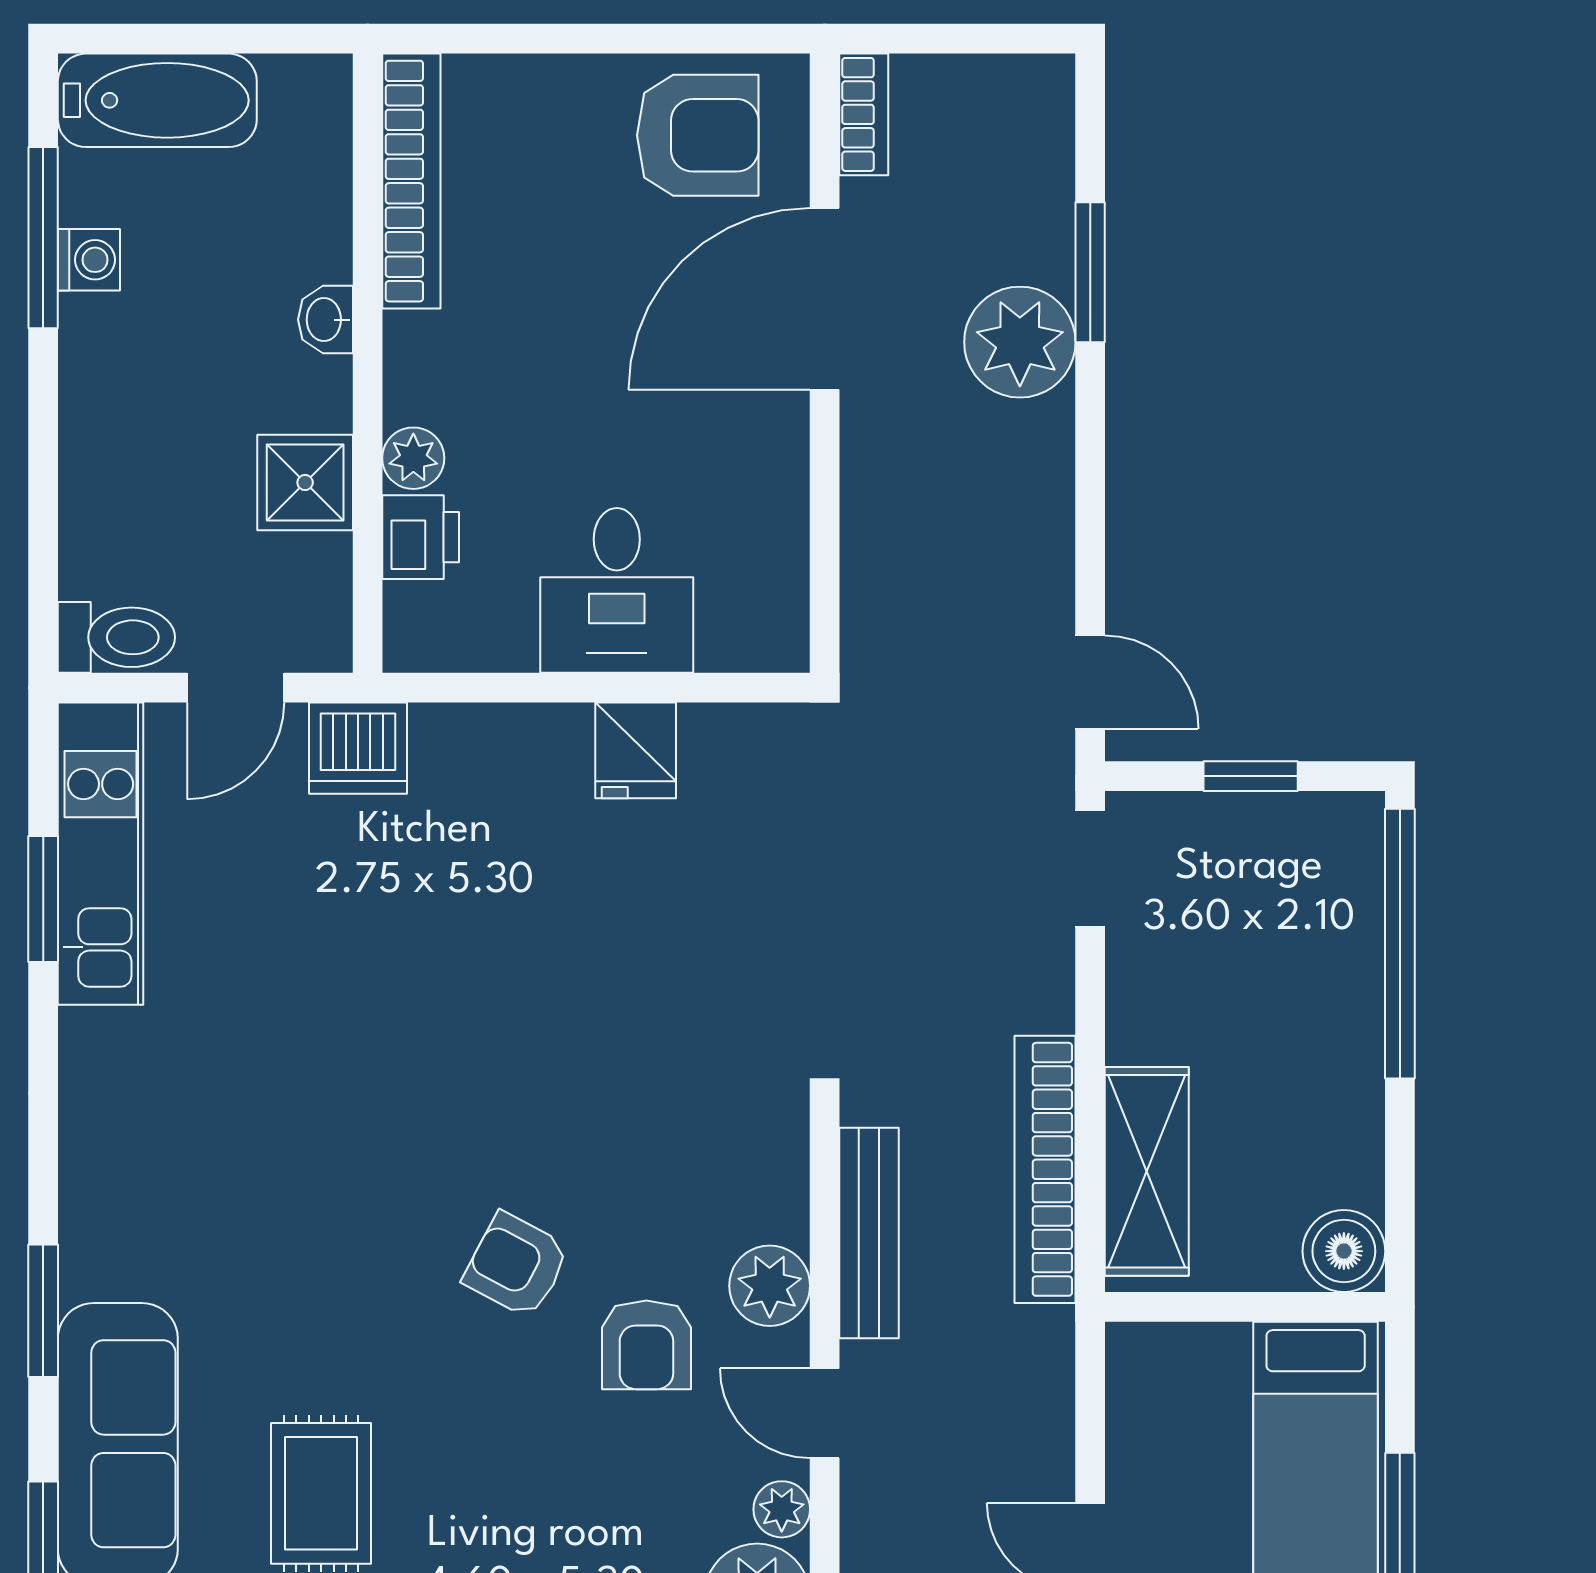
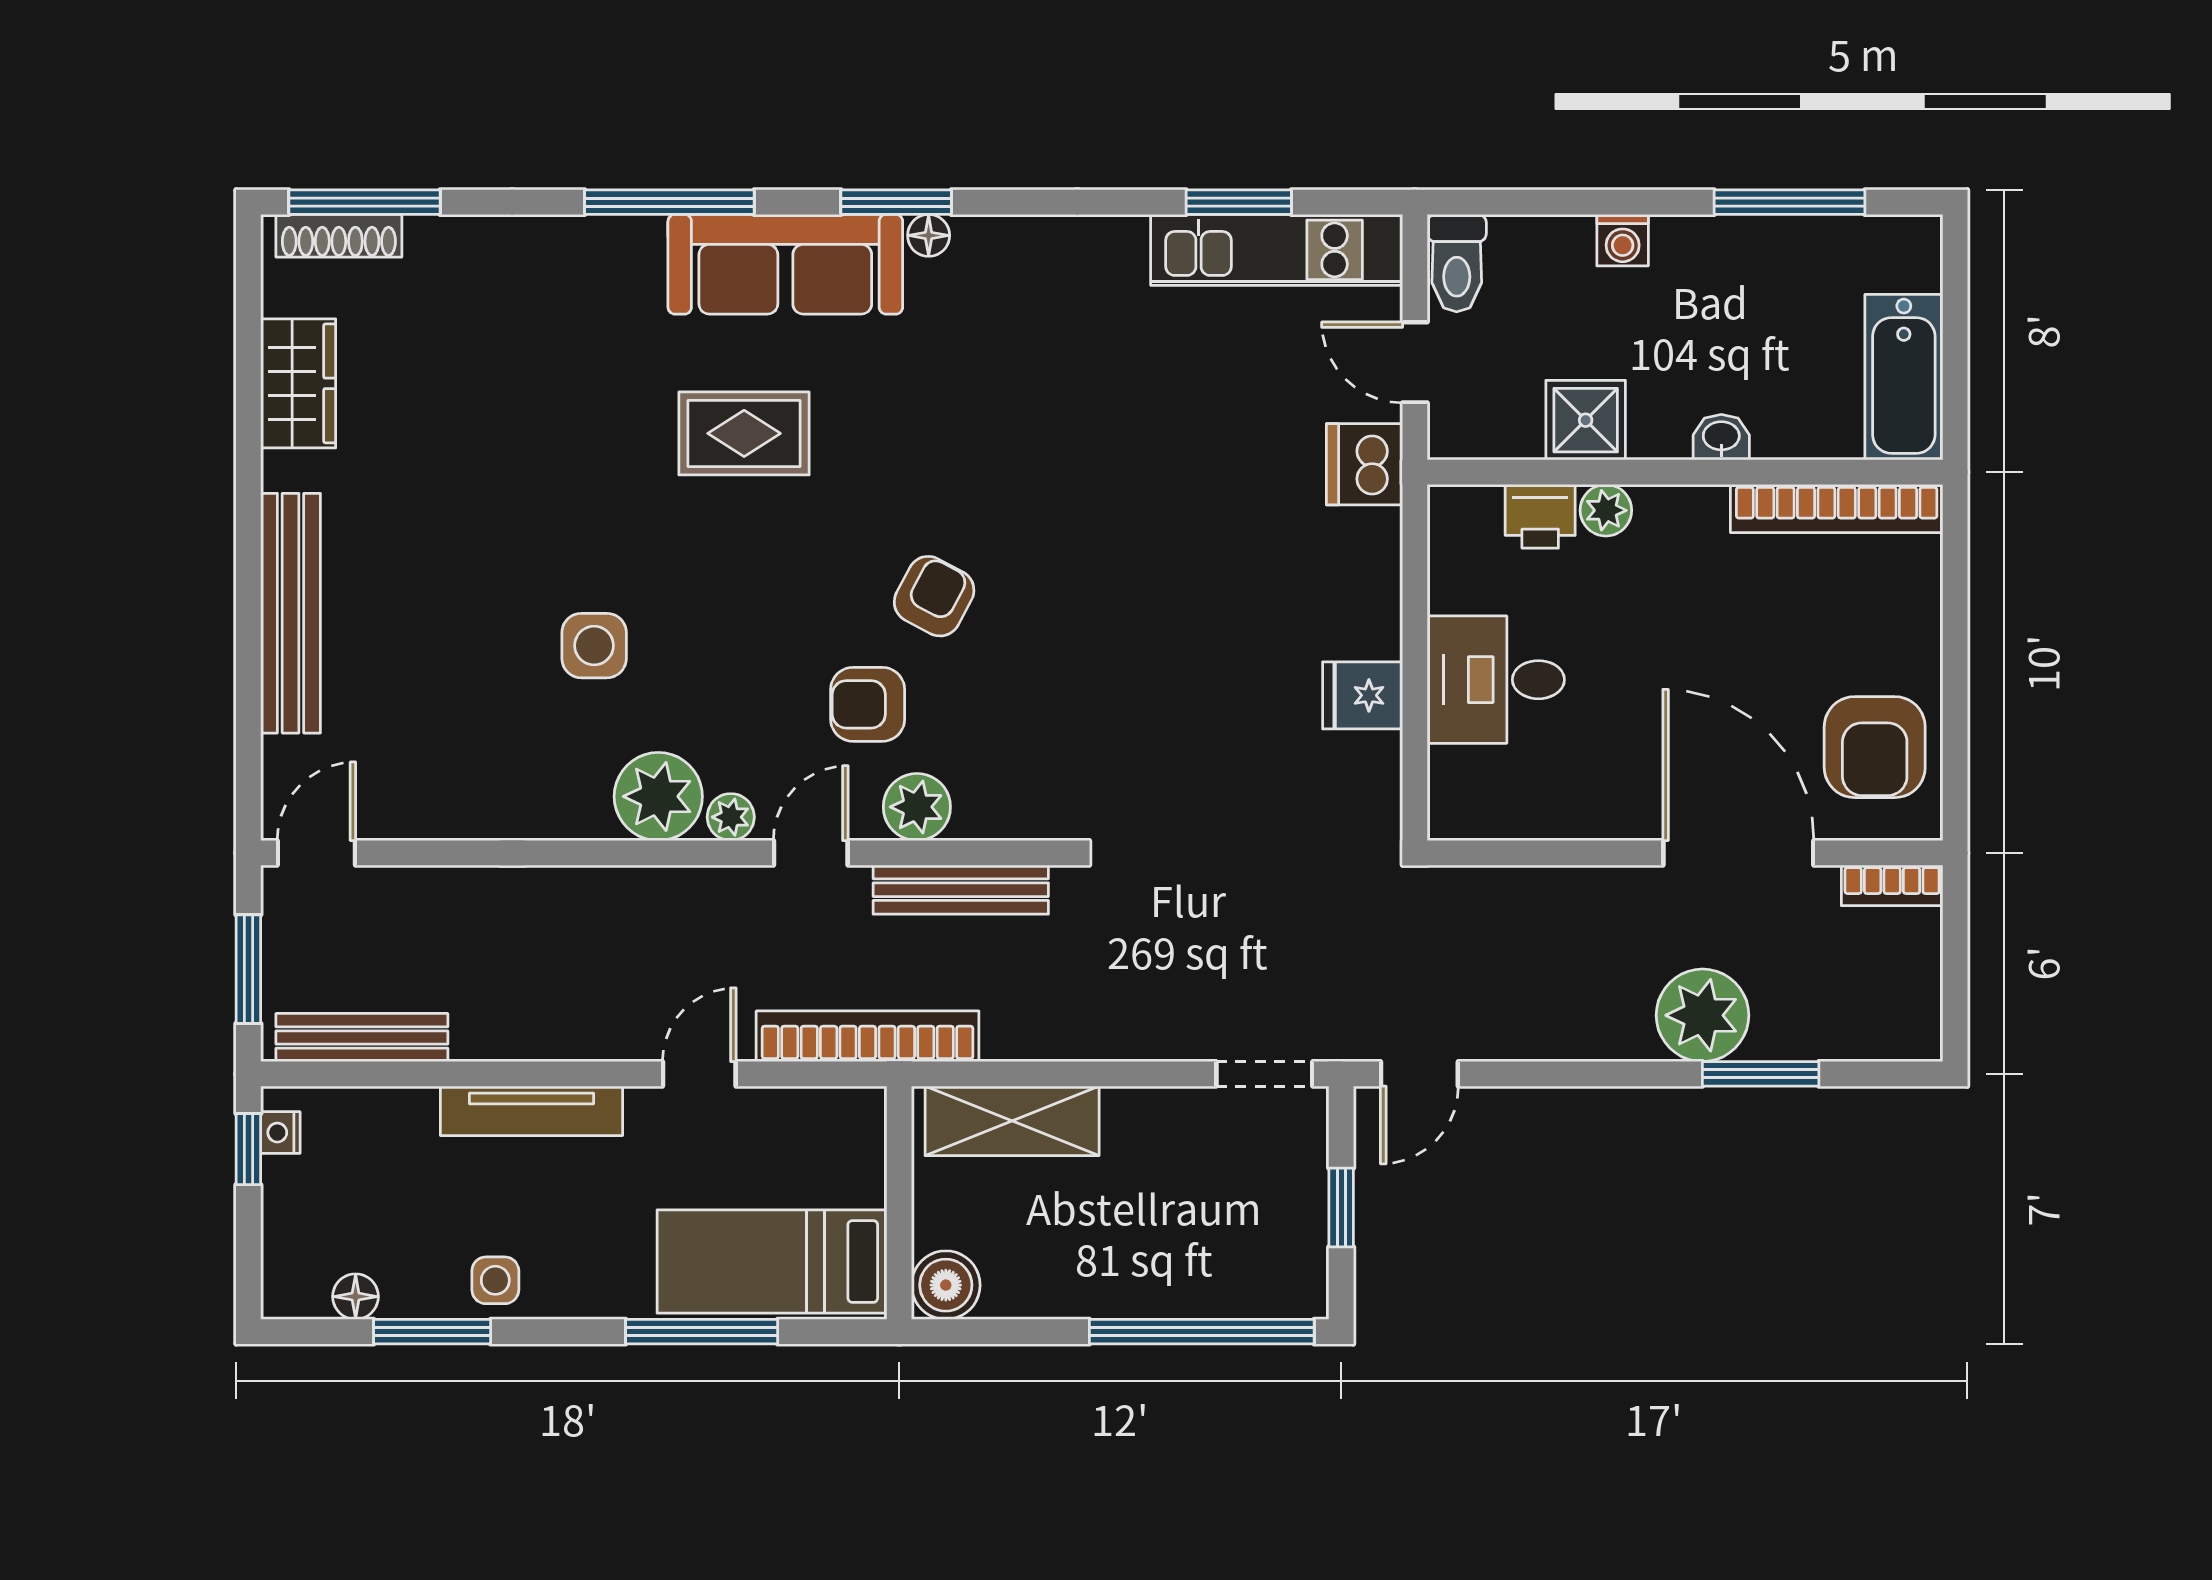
bathtub: (157, 100) -> (1904, 377), moved
washing machine: (89, 260) -> (1623, 240), moved
bookcase: (1045, 1169) -> (868, 1036), moved
floor lamp: (83, 1272) -> (929, 235), added

